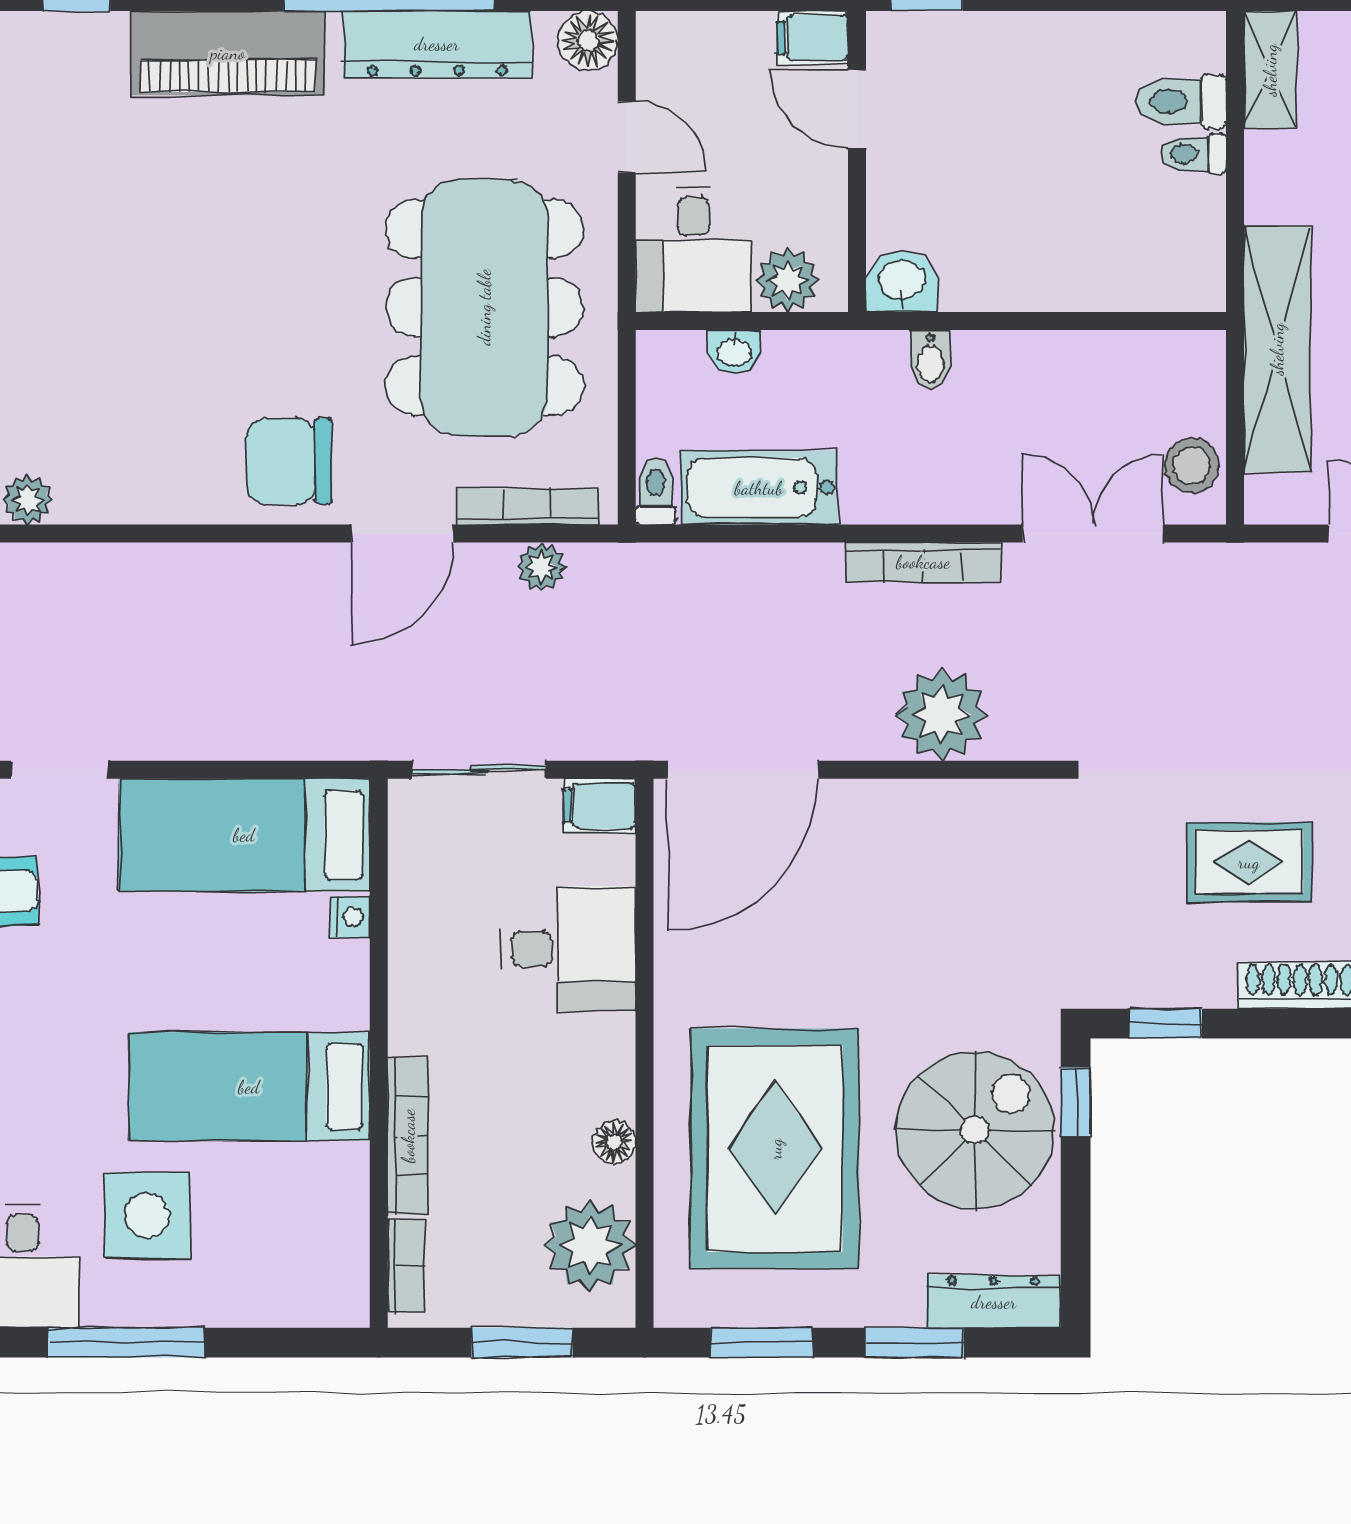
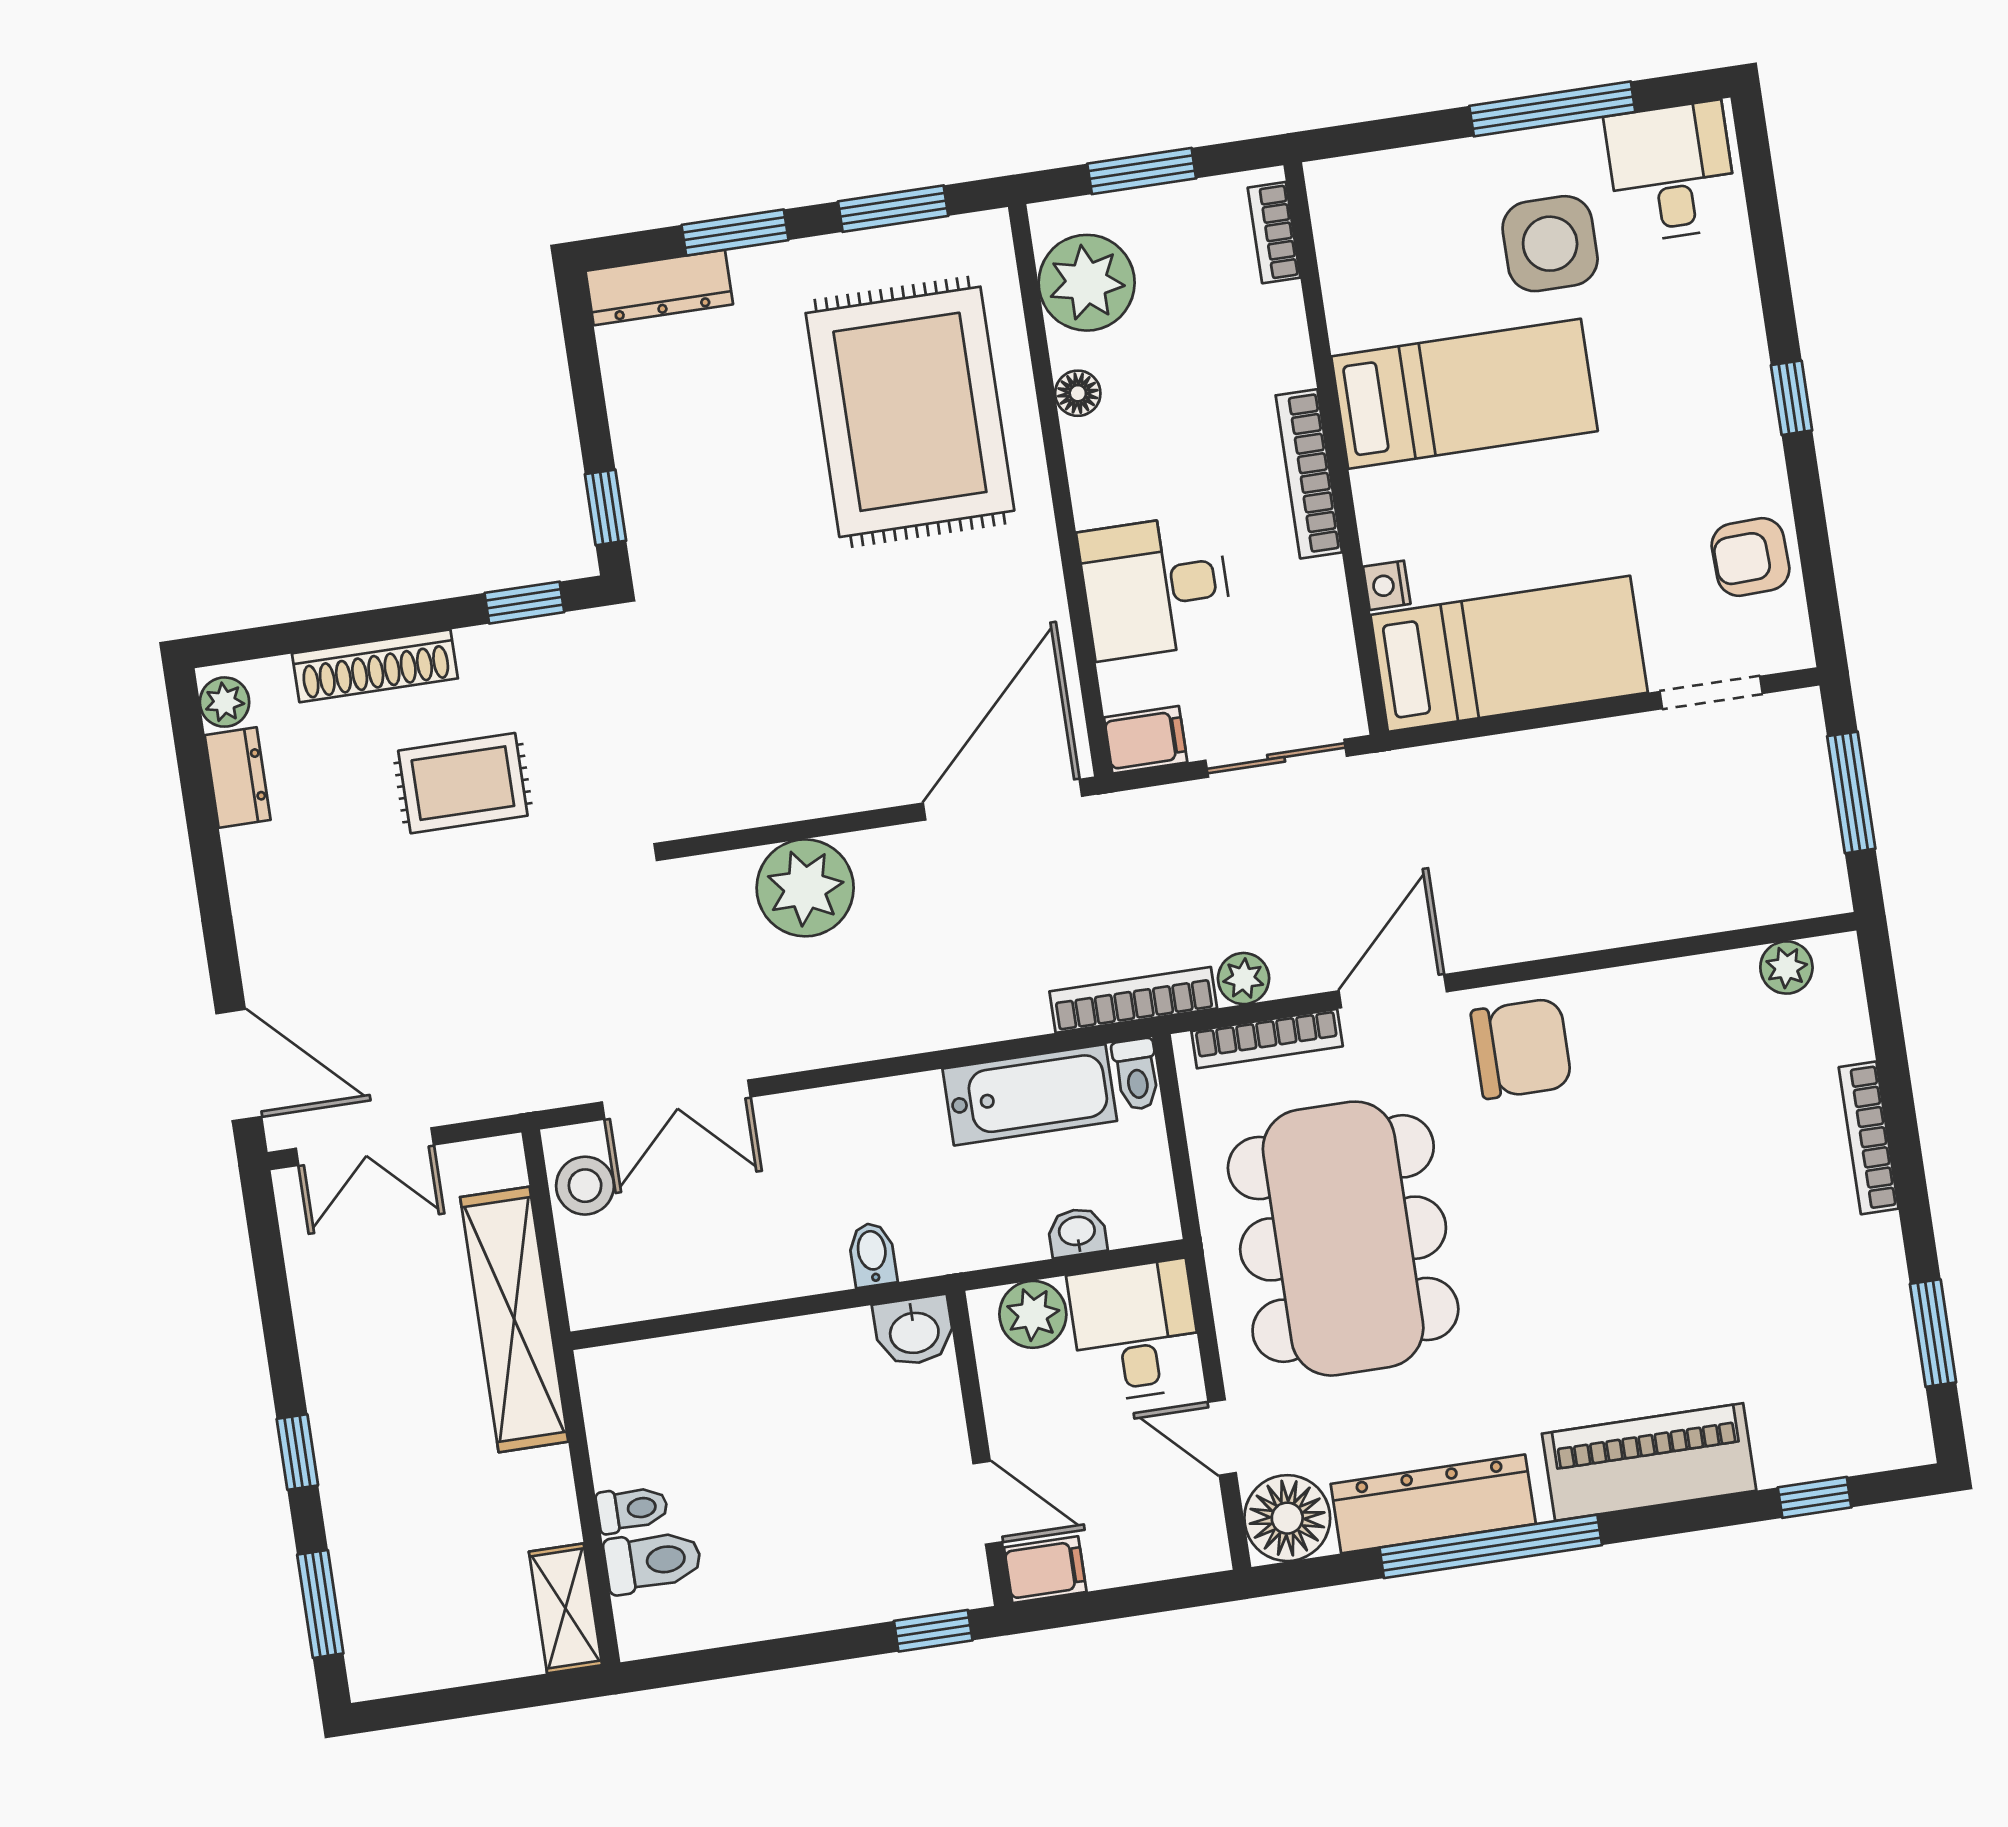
floor lamp: (588, 41) -> (1287, 1518), width x1.38, depth x1.38
bookcase: (923, 562) -> (1133, 1000), moved
spiral stairs: (975, 1130) -> (705, 463), removed
bookcase: (408, 1136) -> (1309, 474), moved

